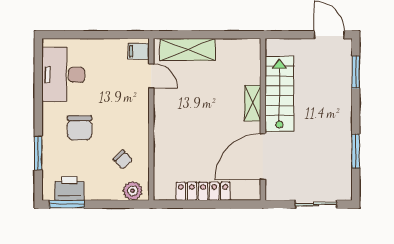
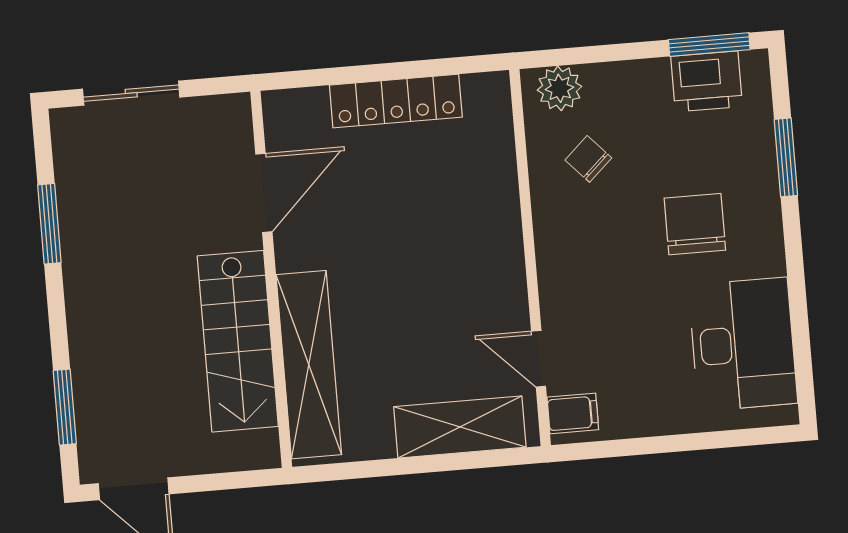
shelving: (253, 103) -> (309, 365), width x2.20, depth x1.33
door: (263, 157) -> (264, 193), width x0.73

